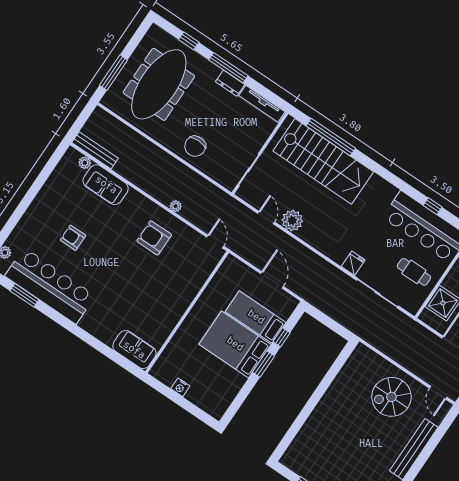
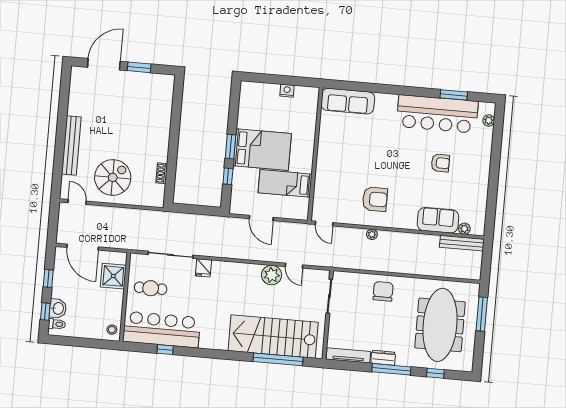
bed: (256, 317) -> (285, 183), moved, turned 180
sofa: (134, 350) -> (348, 101), width x1.36
shoe rack: (343, 375) -> (162, 173), added

